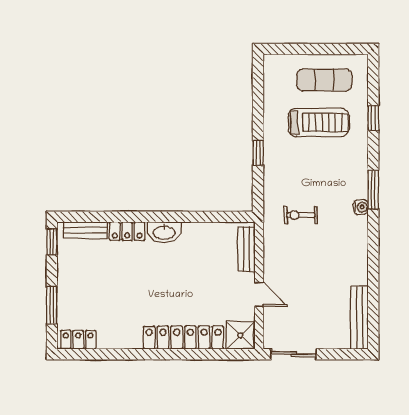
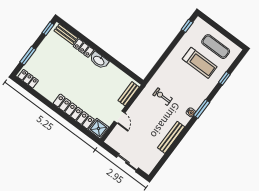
window: (258, 153) -> (187, 26), moved
bench: (359, 318) -> (171, 137), moved
sliding door: (294, 354) -> (127, 163), moved

